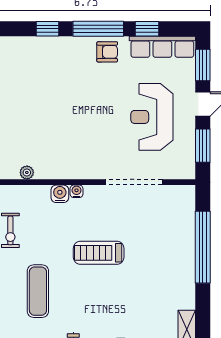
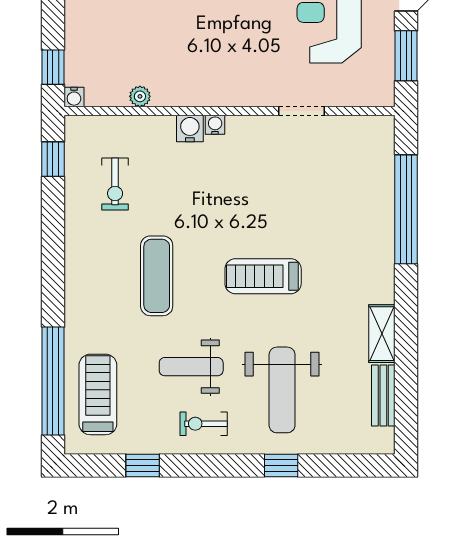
doorway: (134, 182) -> (301, 111), width x0.53
treadmill: (99, 253) -> (263, 276), moved

